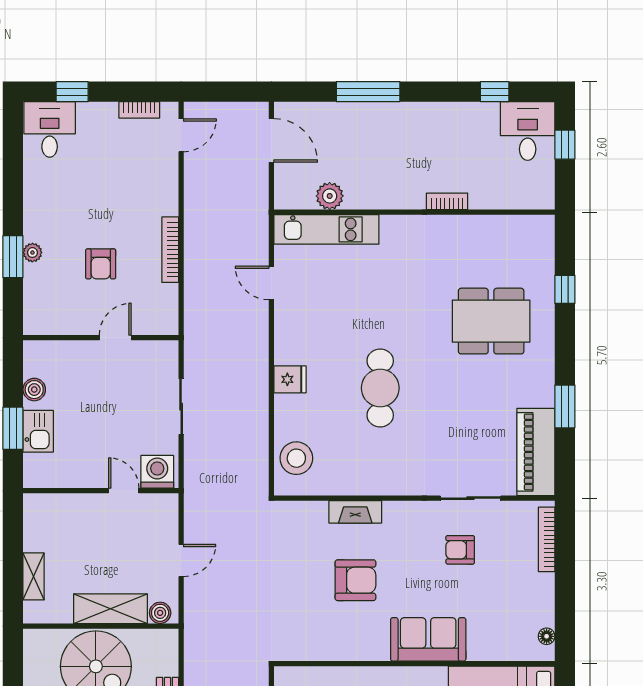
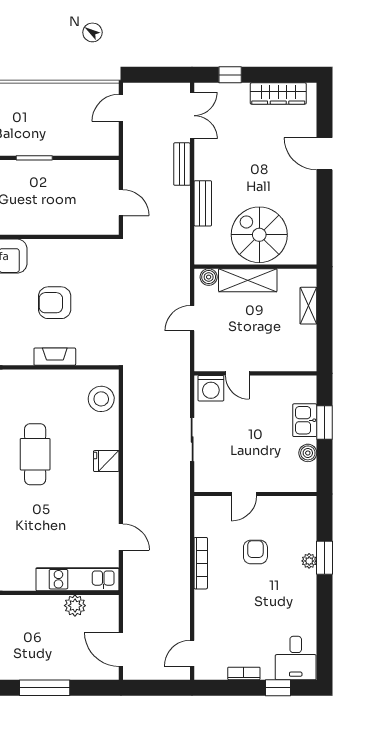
bookcase: (139, 110) -> (244, 673), moved

